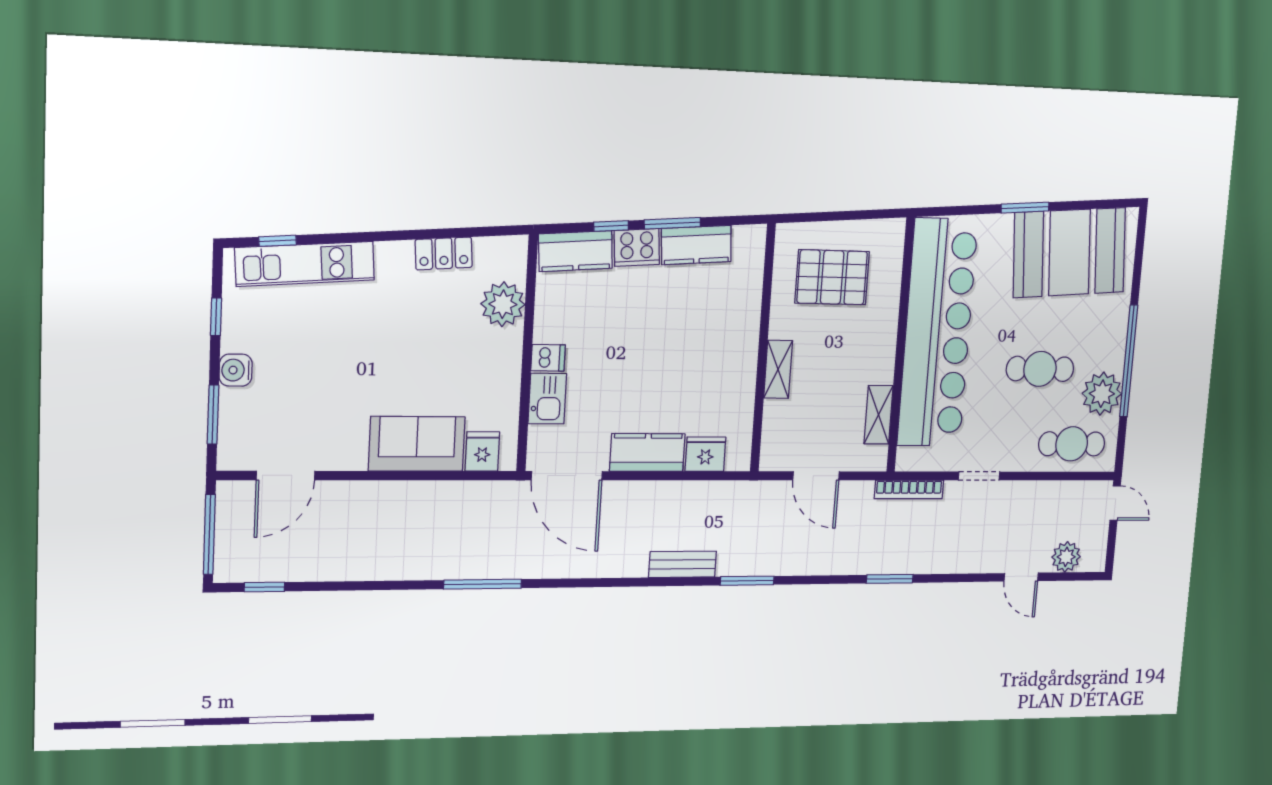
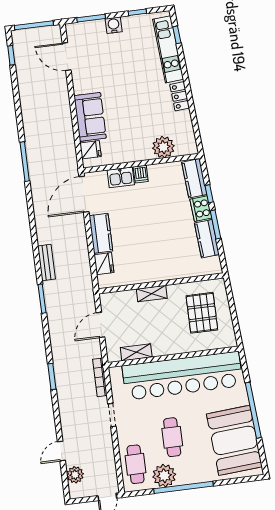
window: (1025, 208) -> (253, 410), width x2.11
locker: (444, 253) -> (180, 96), moved

